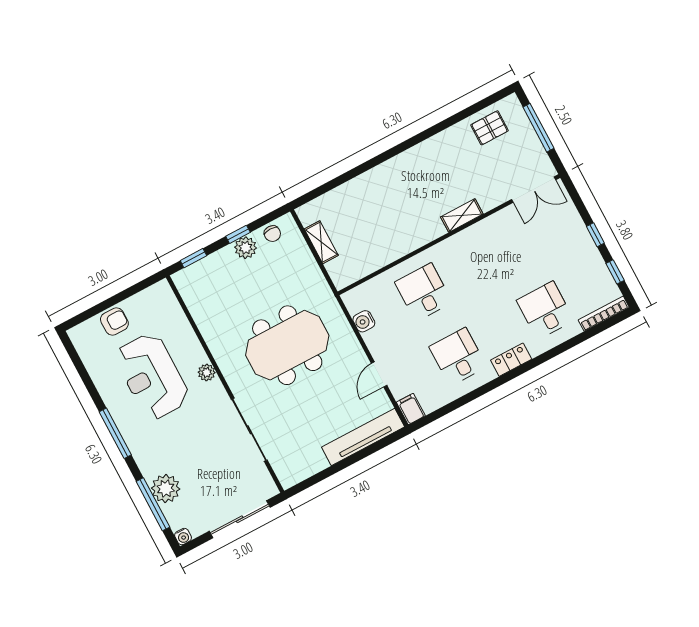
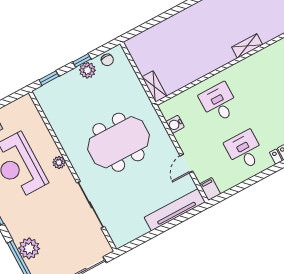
shelving: (321, 242) -> (154, 87), moved

